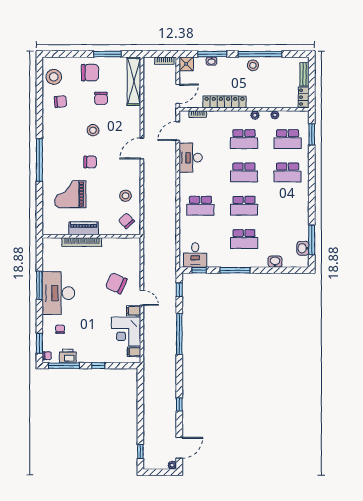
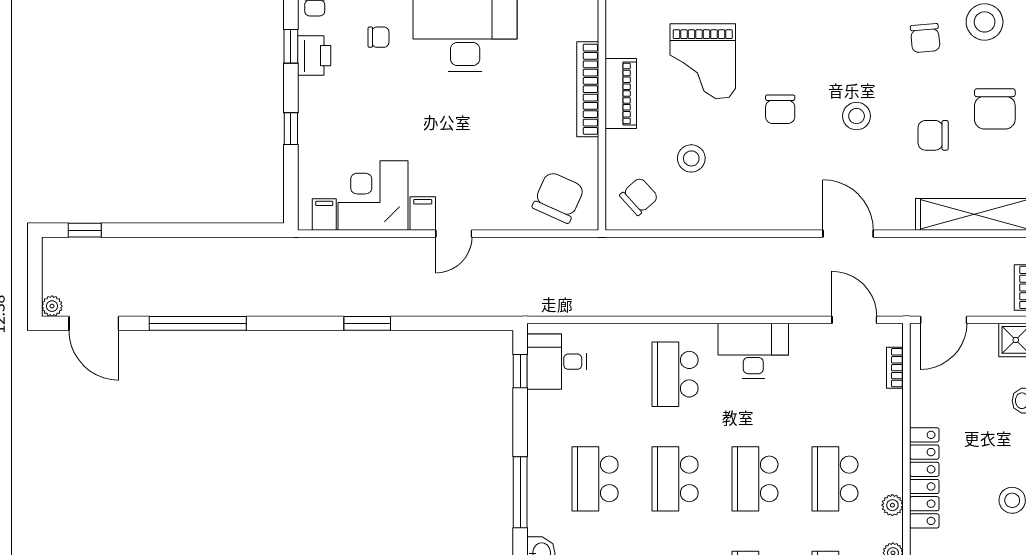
door: (178, 94) -> (944, 320), hinge flipped
locker: (225, 102) -> (924, 478), moved
door: (142, 148) -> (848, 234), moved
desk: (191, 158) -> (753, 351), moved
grand piano: (70, 194) -> (703, 61), turned 180
stool: (125, 196) -> (691, 158), moved
window: (235, 270) -> (520, 492), moved
chair: (116, 283) -> (558, 197), moved
window: (179, 290) -> (473, 323), removed
window: (179, 334) -> (367, 323), width x0.47
window: (64, 366) -> (291, 46), width x0.46
window: (179, 404) -> (198, 323), width x3.17

